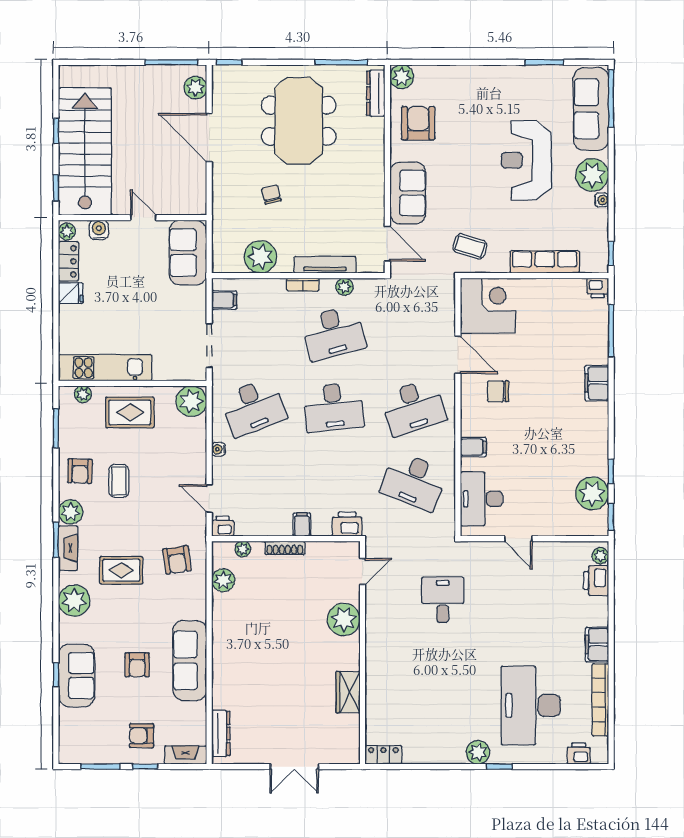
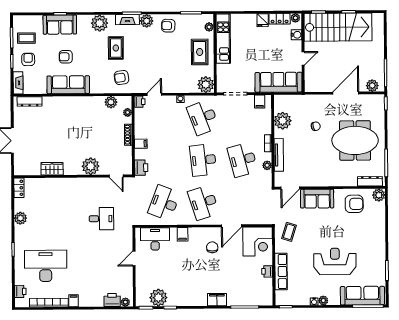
plant: (592, 175) -> (323, 300), width x0.53, depth x0.53
sofa: (188, 253) -> (278, 82), width x1.36
printer: (598, 288) -> (267, 271), moved
coffee table: (119, 481) -> (26, 38), moved
filing cabinet: (597, 645) -> (74, 301), width x0.50
plant: (478, 752) -> (20, 218), moved

